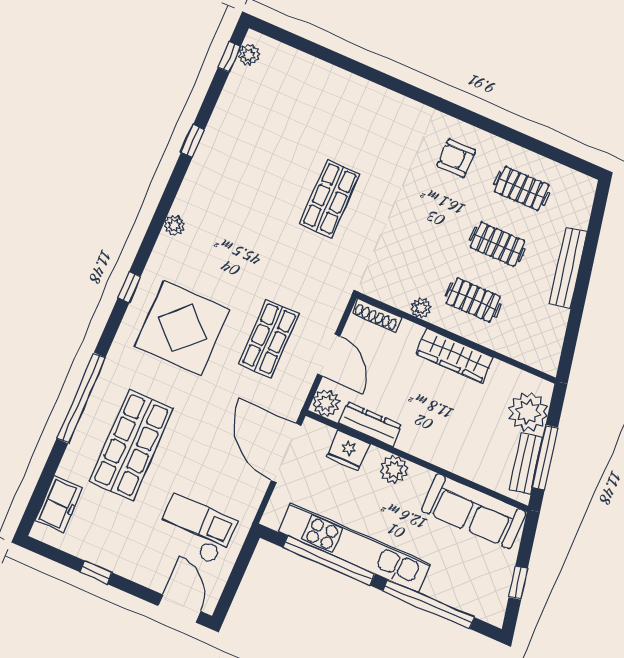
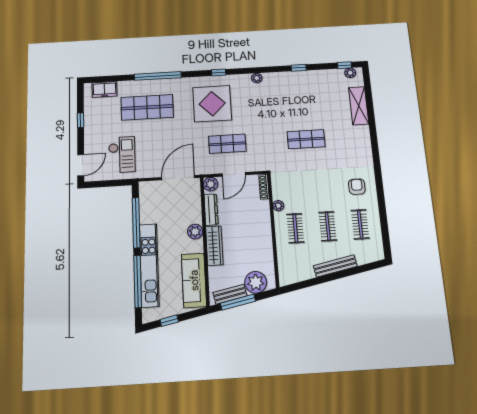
shelving: (316, 74) -> (359, 106), added
wardrobe: (455, 356) -> (214, 246), moved, turned 180
fridge: (348, 450) -> (193, 205), removed
kitchen unit: (354, 548) -> (149, 265), moved

